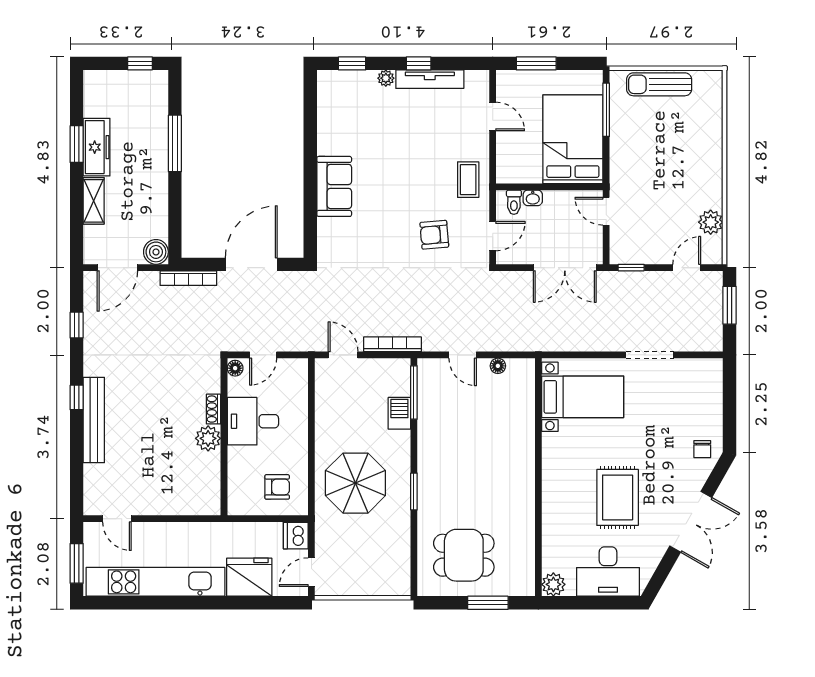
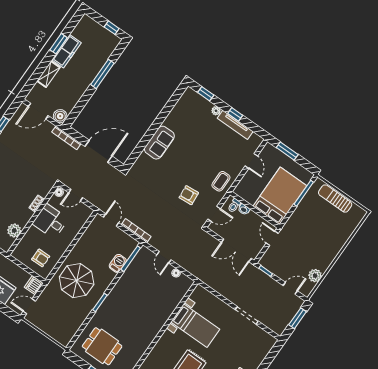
bed with nightstands: (583, 397) -> (195, 326), moved
plant: (208, 438) -> (14, 231), moved

